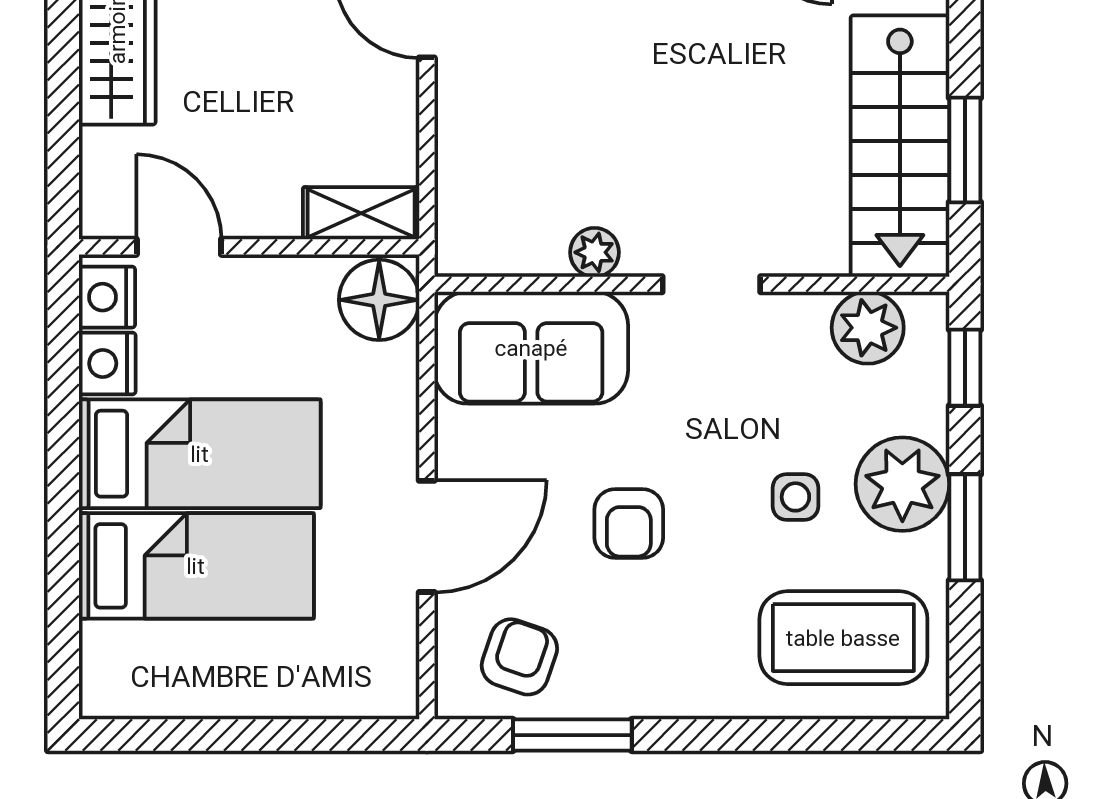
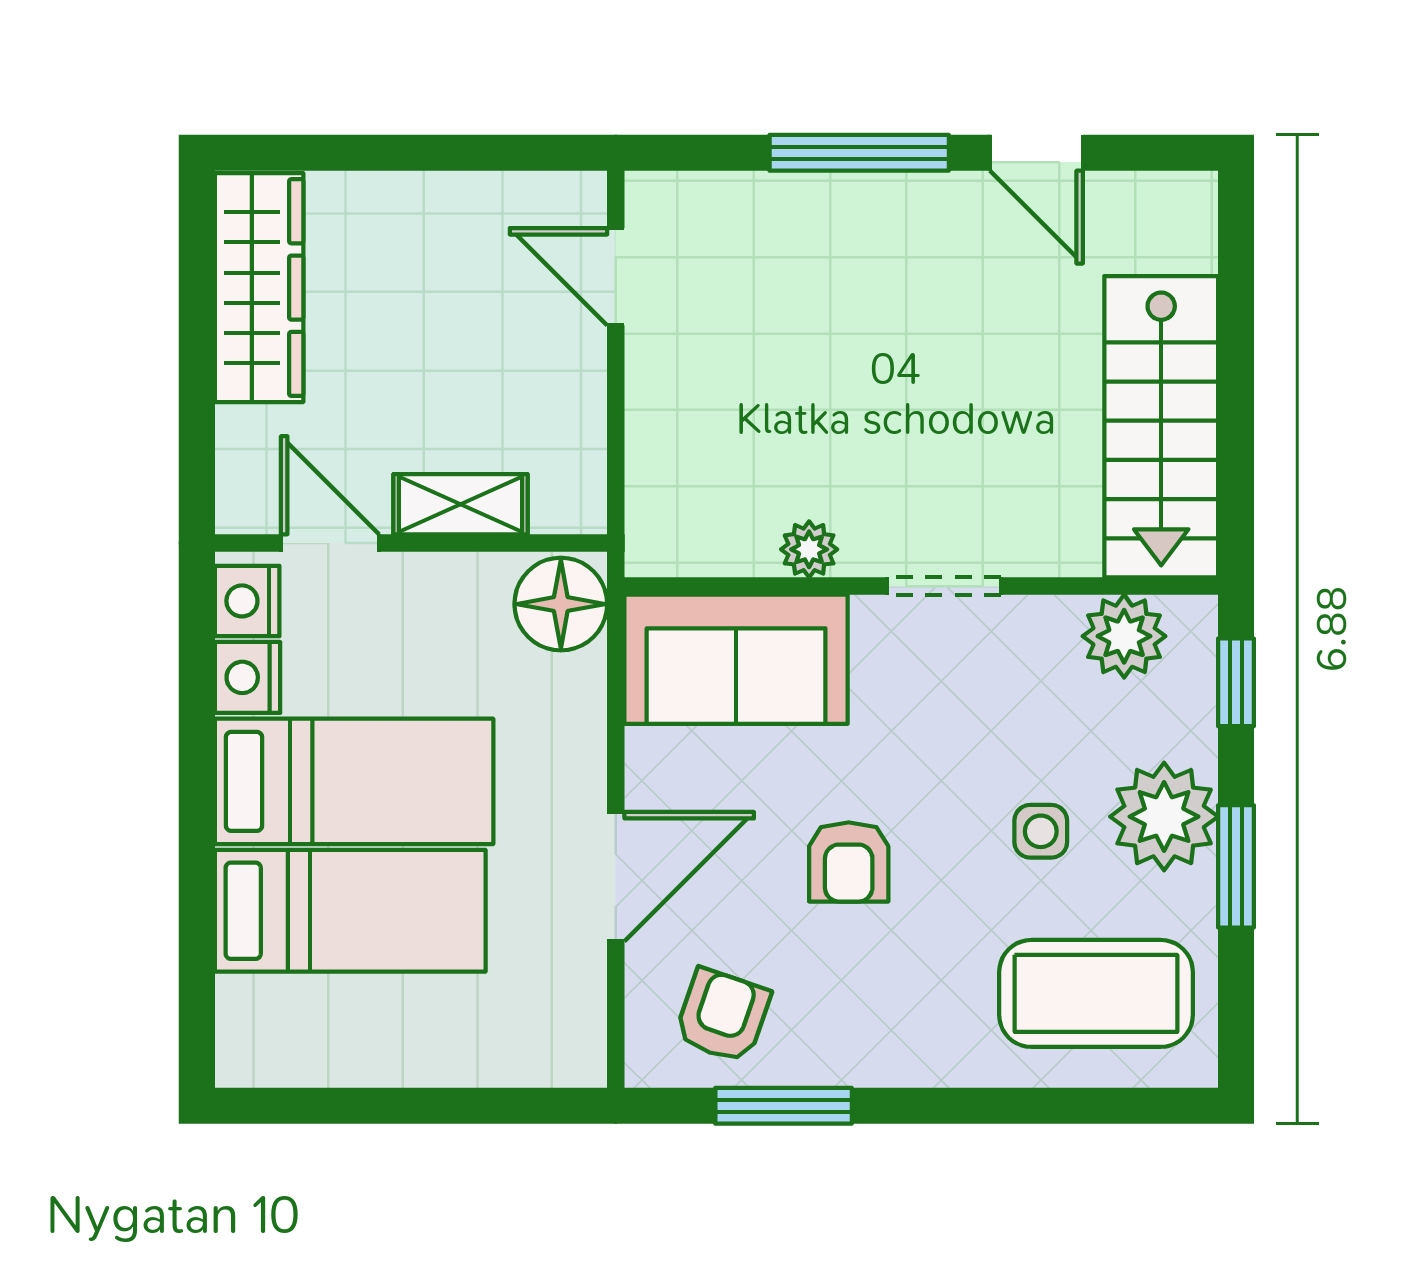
window: (965, 150) -> (1236, 431), removed
shelving: (361, 213) -> (460, 504), moved

